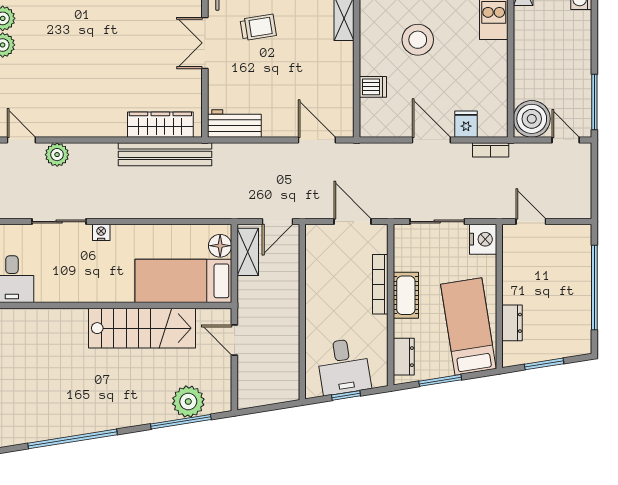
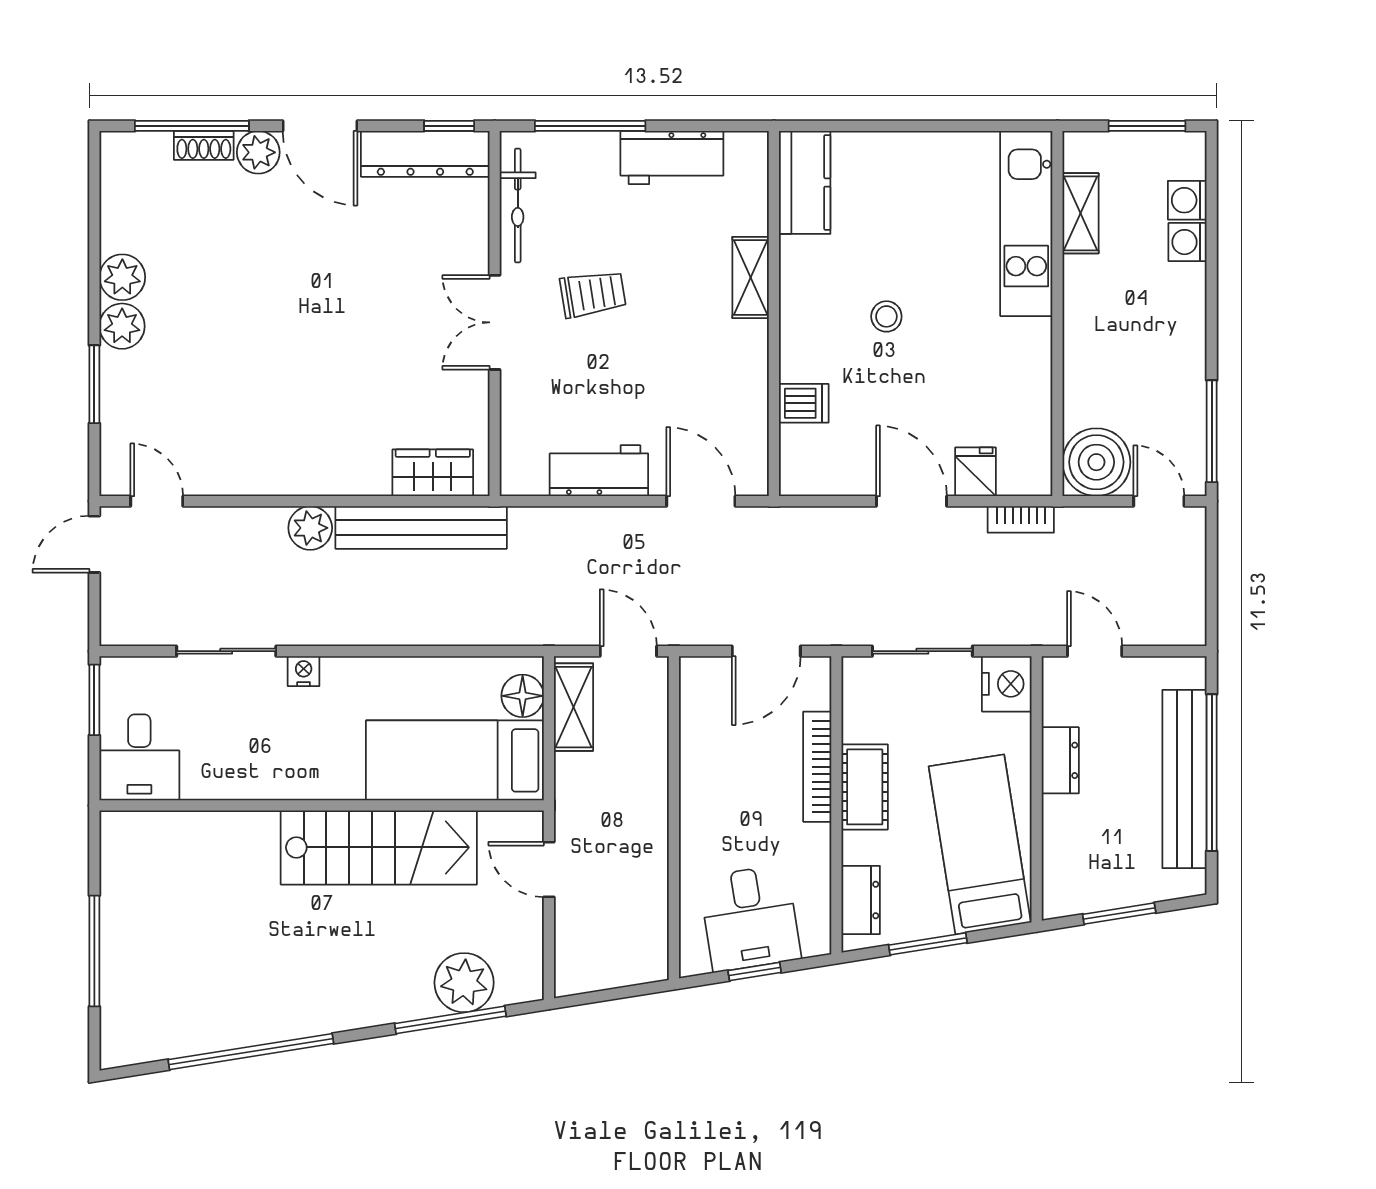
stool: (418, 40) -> (886, 316), width x0.53, depth x0.53
workbench: (234, 123) -> (599, 471), moved
wardrobe: (160, 125) -> (433, 473), width x0.67
plant: (57, 155) -> (310, 528), moved
door: (278, 222) -> (628, 651), swing flipped
door: (352, 222) -> (766, 651), swing flipped
bench: (580, 291) -> (1184, 779), added
dresser: (512, 323) -> (1060, 760), moved

